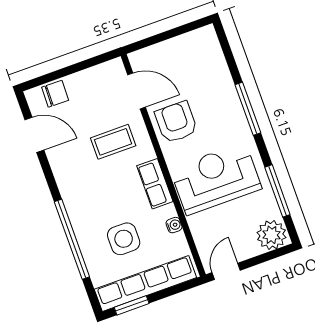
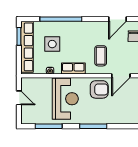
plant: (271, 235) -> (29, 116), removed
door: (226, 271) -> (19, 98), moved

